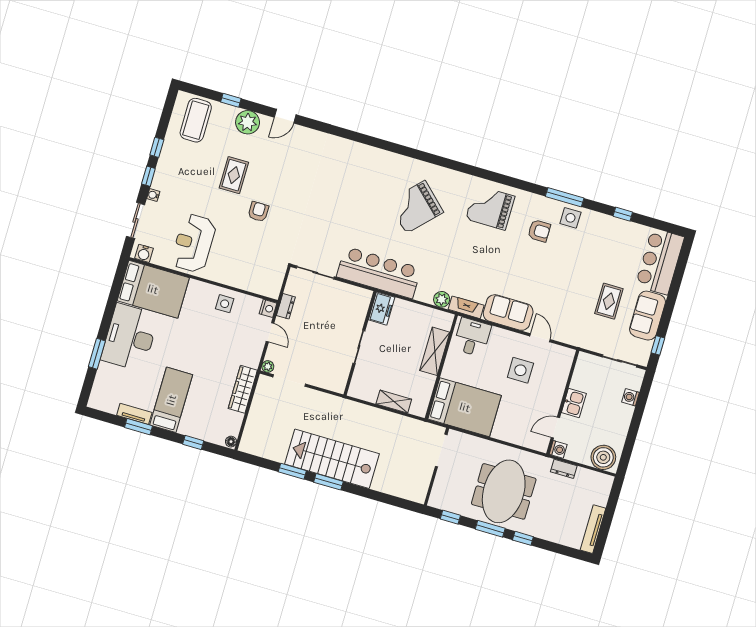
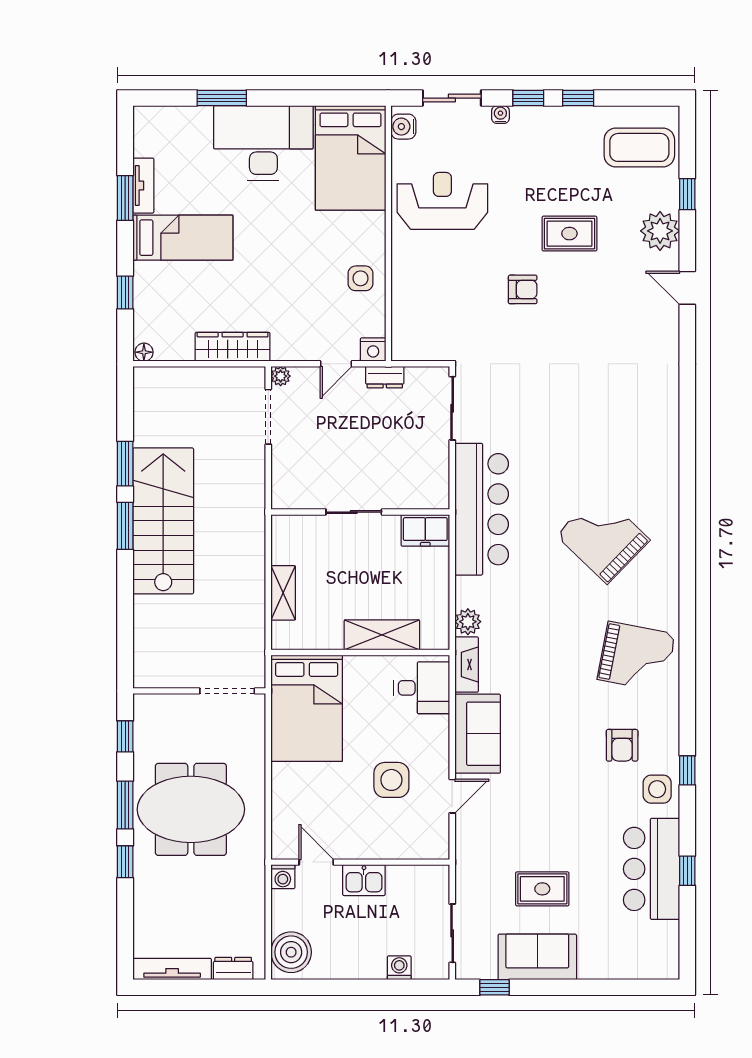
window: (565, 197) -> (687, 770), width x0.46
grand piano: (490, 208) -> (636, 657), turned 101
bar counter: (660, 261) -> (652, 869), moved, turned -90
dresser: (564, 469) -> (233, 969), moved, turned 90

